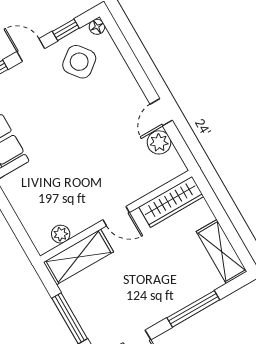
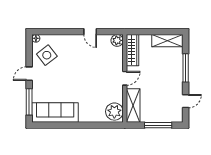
window: (66, 30) -> (29, 53), removed
plant: (159, 142) -> (117, 40), moved
plant: (61, 234) -> (114, 112), width x1.87, depth x1.87

